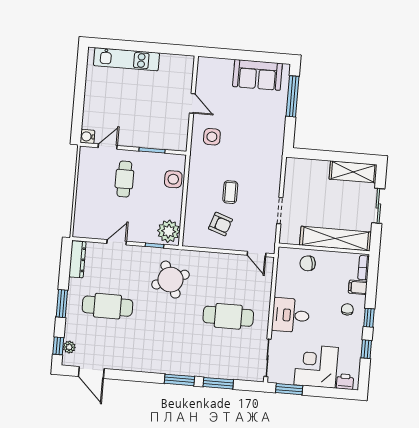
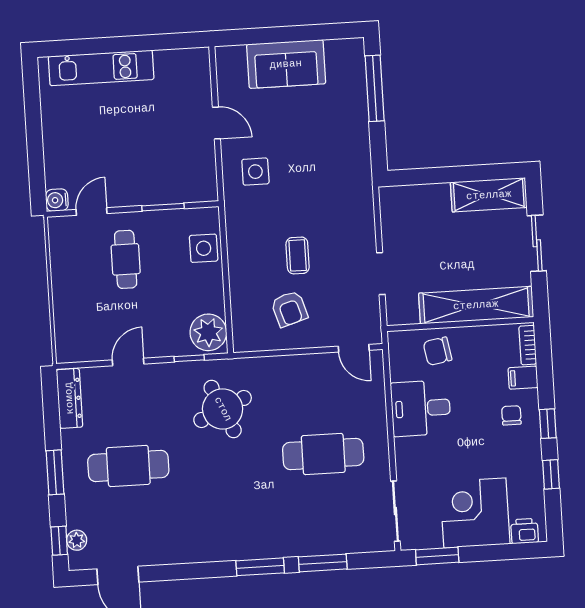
sofa: (257, 75) -> (286, 64), moved
armchair: (220, 224) -> (289, 309), turned 54
desk: (291, 315) -> (421, 408), moved

